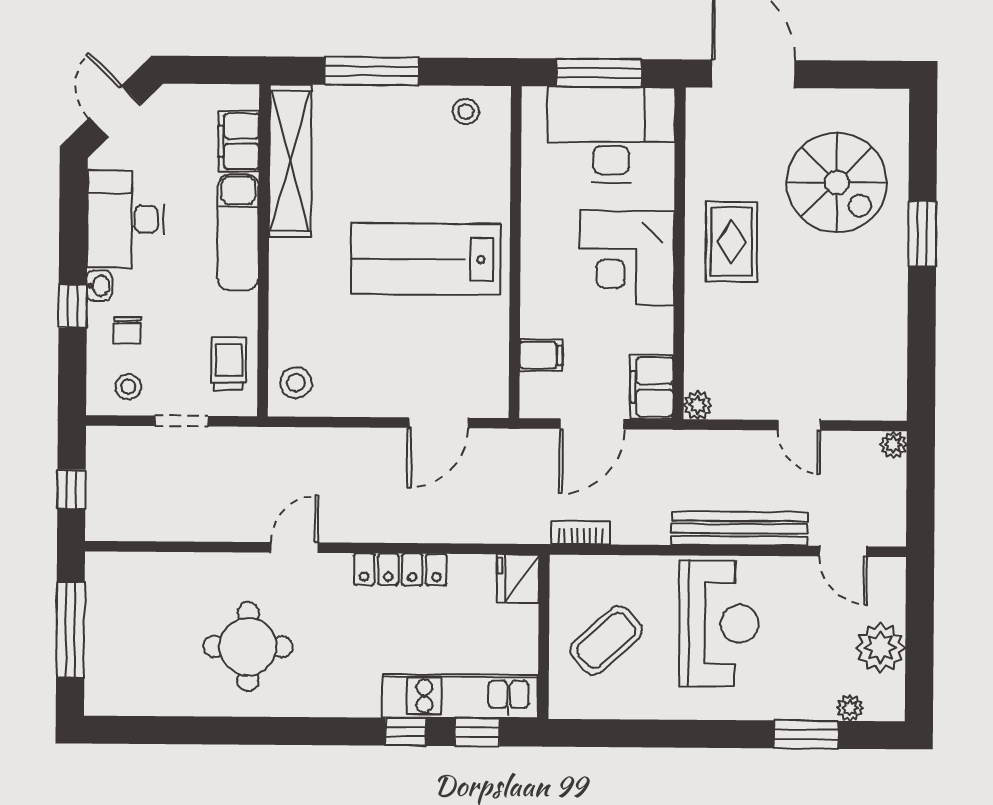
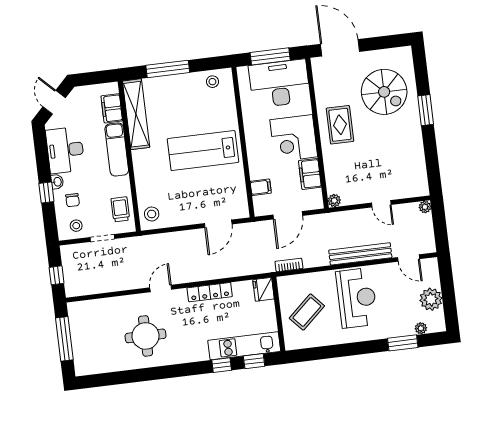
filing cabinet: (652, 387) -> (310, 174), moved

